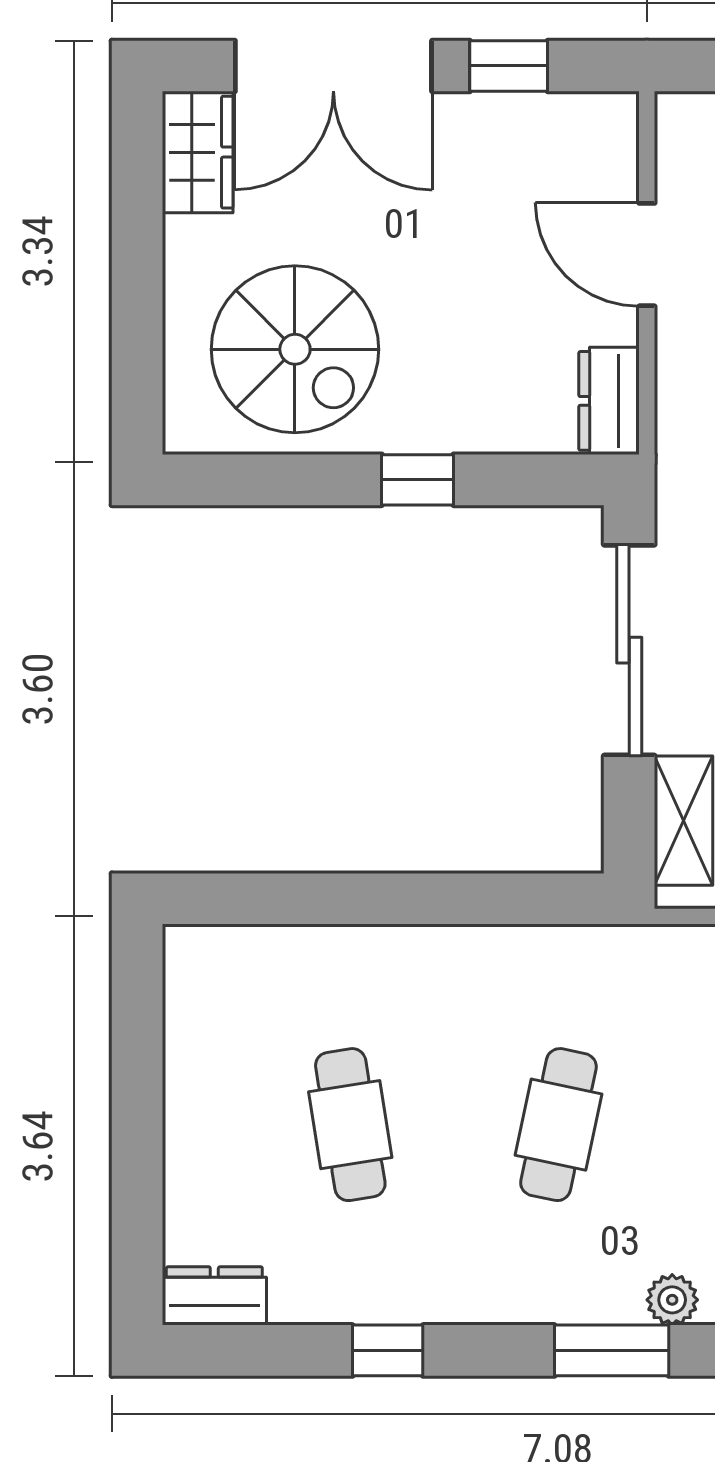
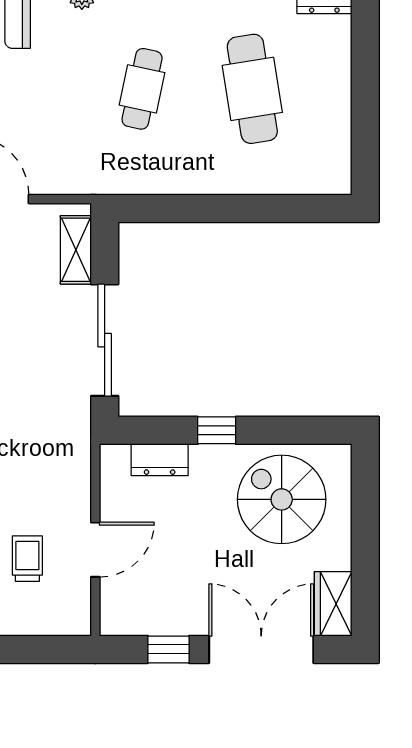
door: (647, 255) -> (95, 550), hinge flipped
dresser: (609, 401) -> (160, 460), moved, turned 90
cafe table: (350, 1125) -> (252, 89), width x1.37, depth x1.35

